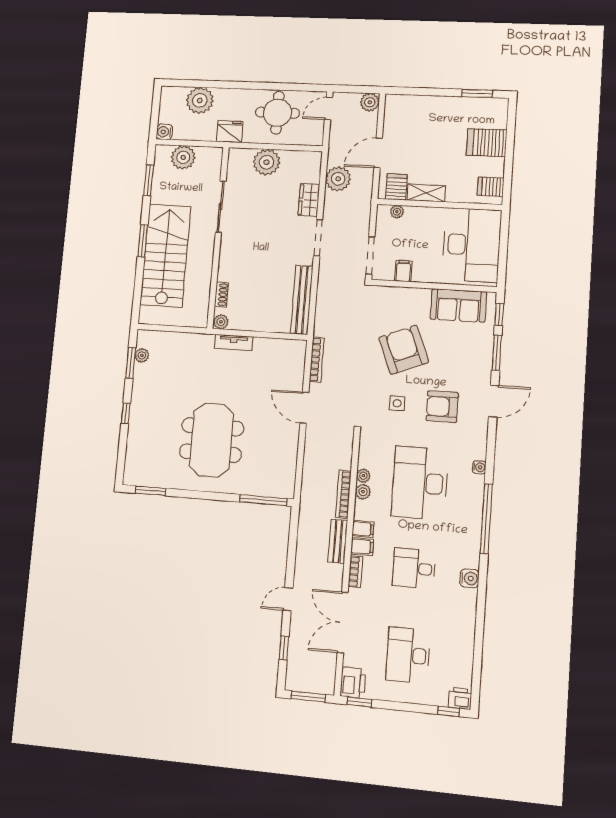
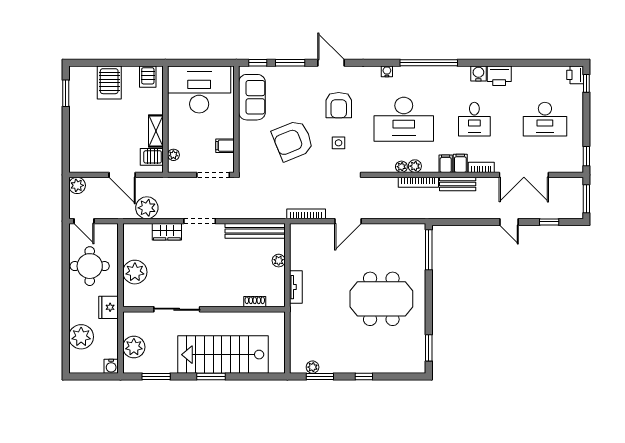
plant: (221, 322) -> (279, 261), moved
printer: (353, 683) -> (499, 76), moved, turned 180

